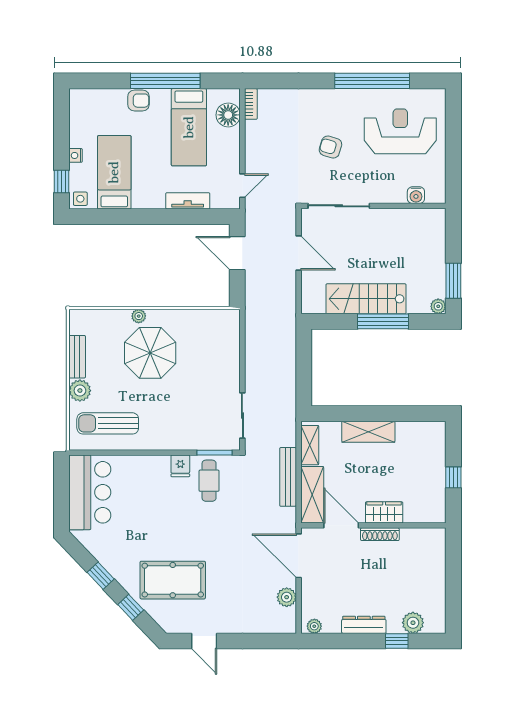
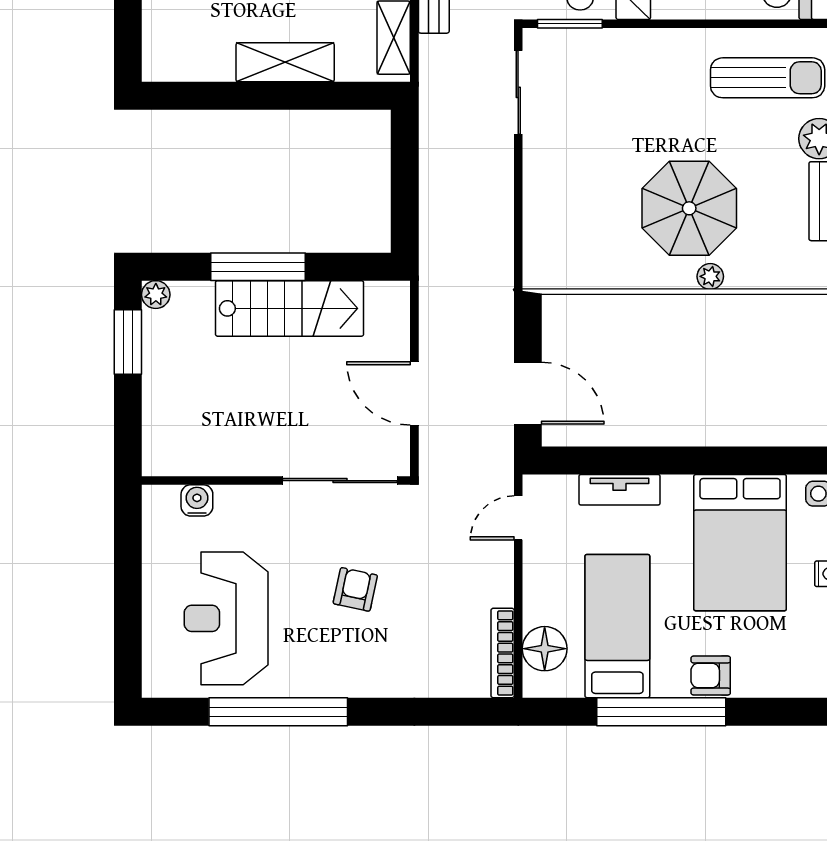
bookcase: (251, 104) -> (503, 653), width x1.56
reception desk: (400, 131) -> (226, 618), turned 90
armchair: (330, 147) -> (355, 589), turned -95
bed: (114, 172) -> (740, 543), width x1.50

